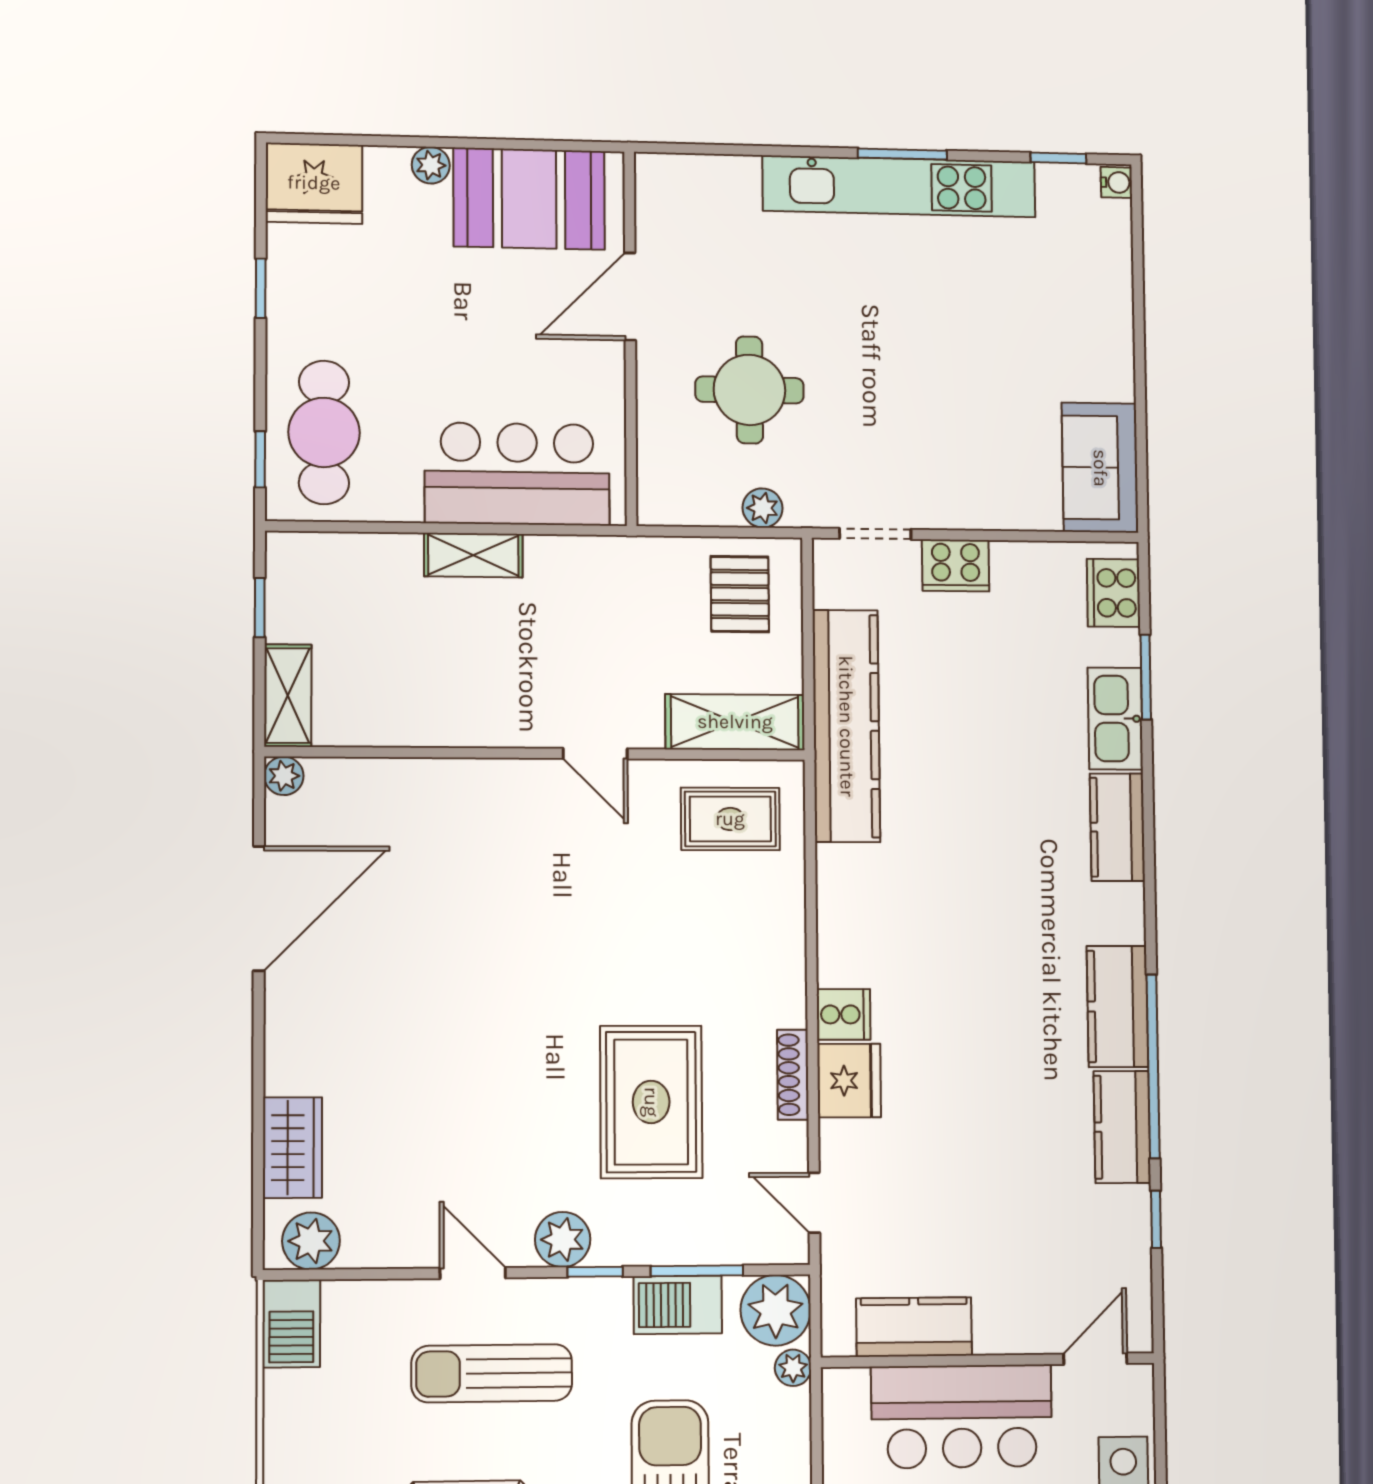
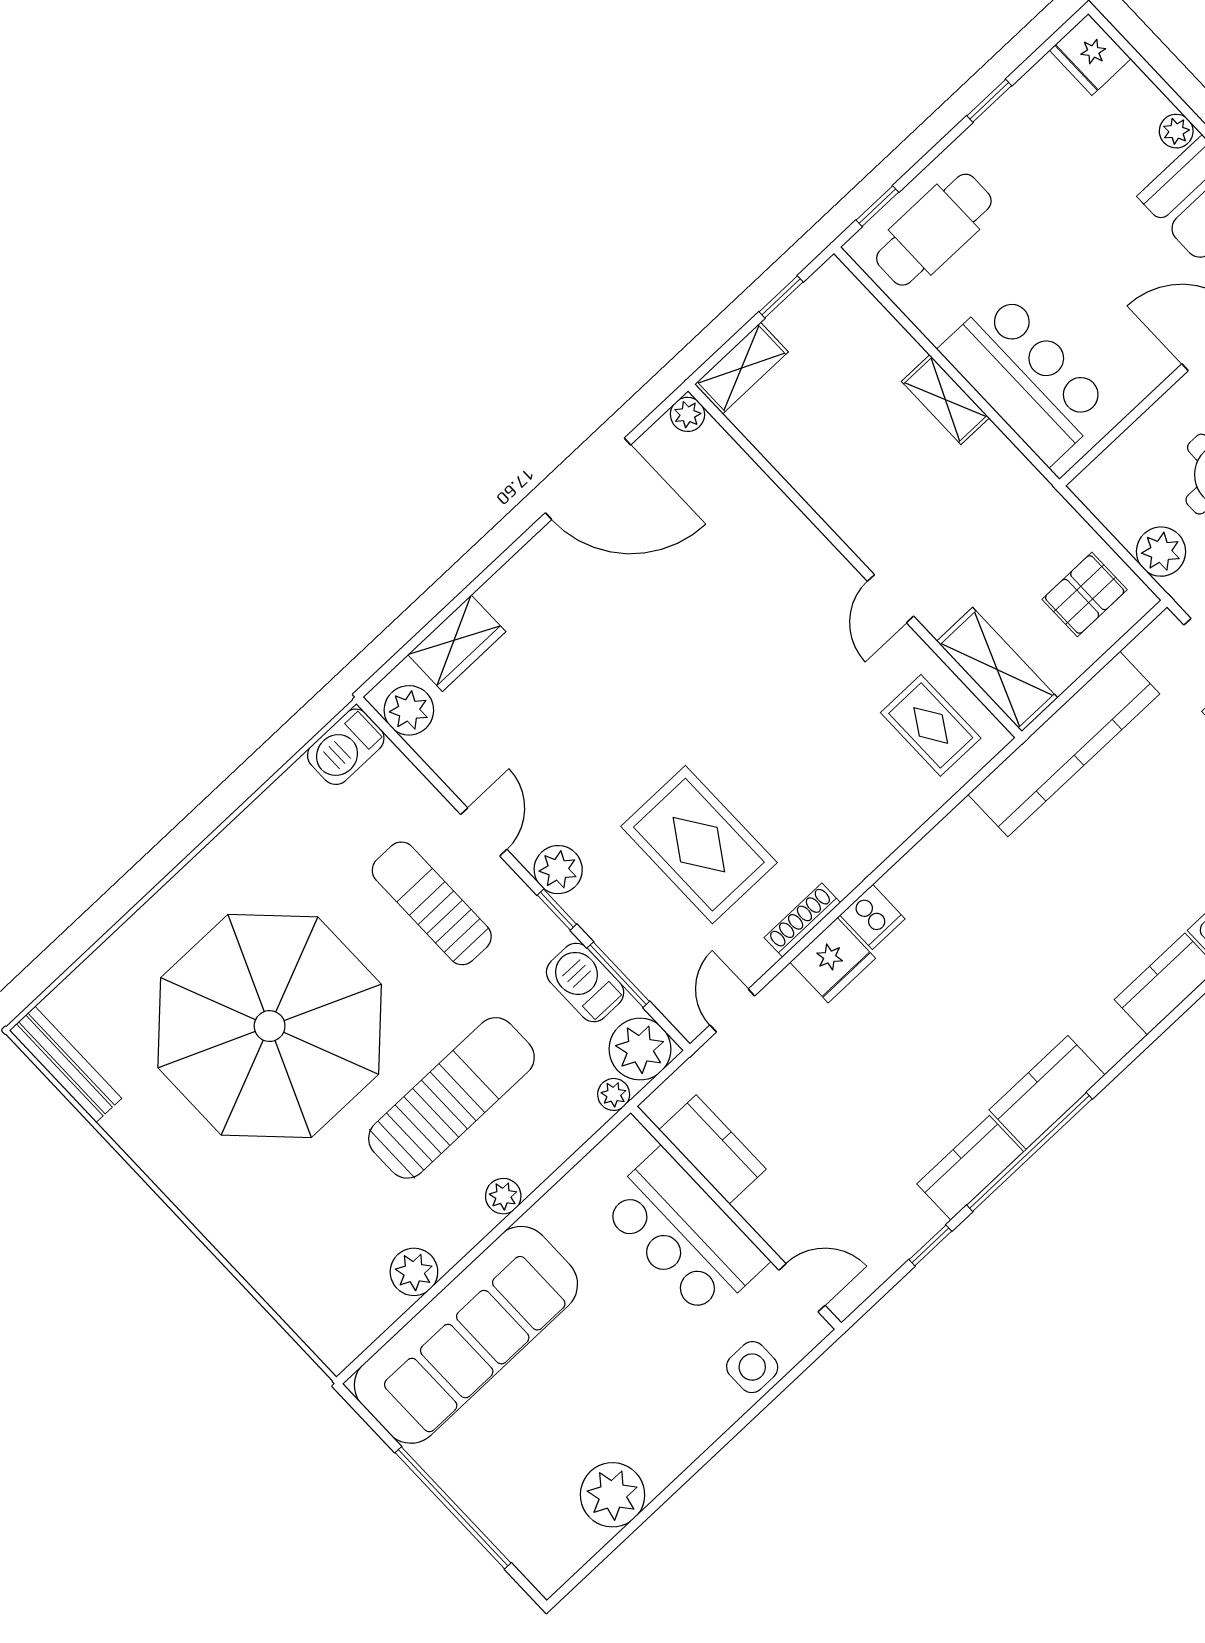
fridge: (314, 183) -> (1090, 54), width x0.73, depth x0.75
plant: (763, 508) -> (1161, 552), width x1.38, depth x1.38
rug: (651, 1102) -> (699, 845), turned 90

